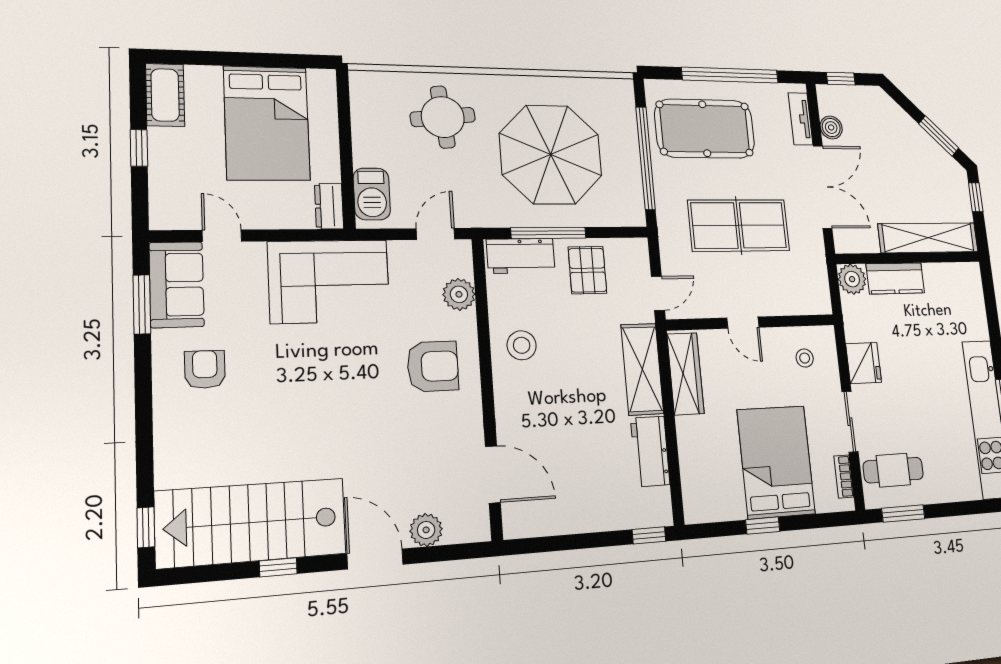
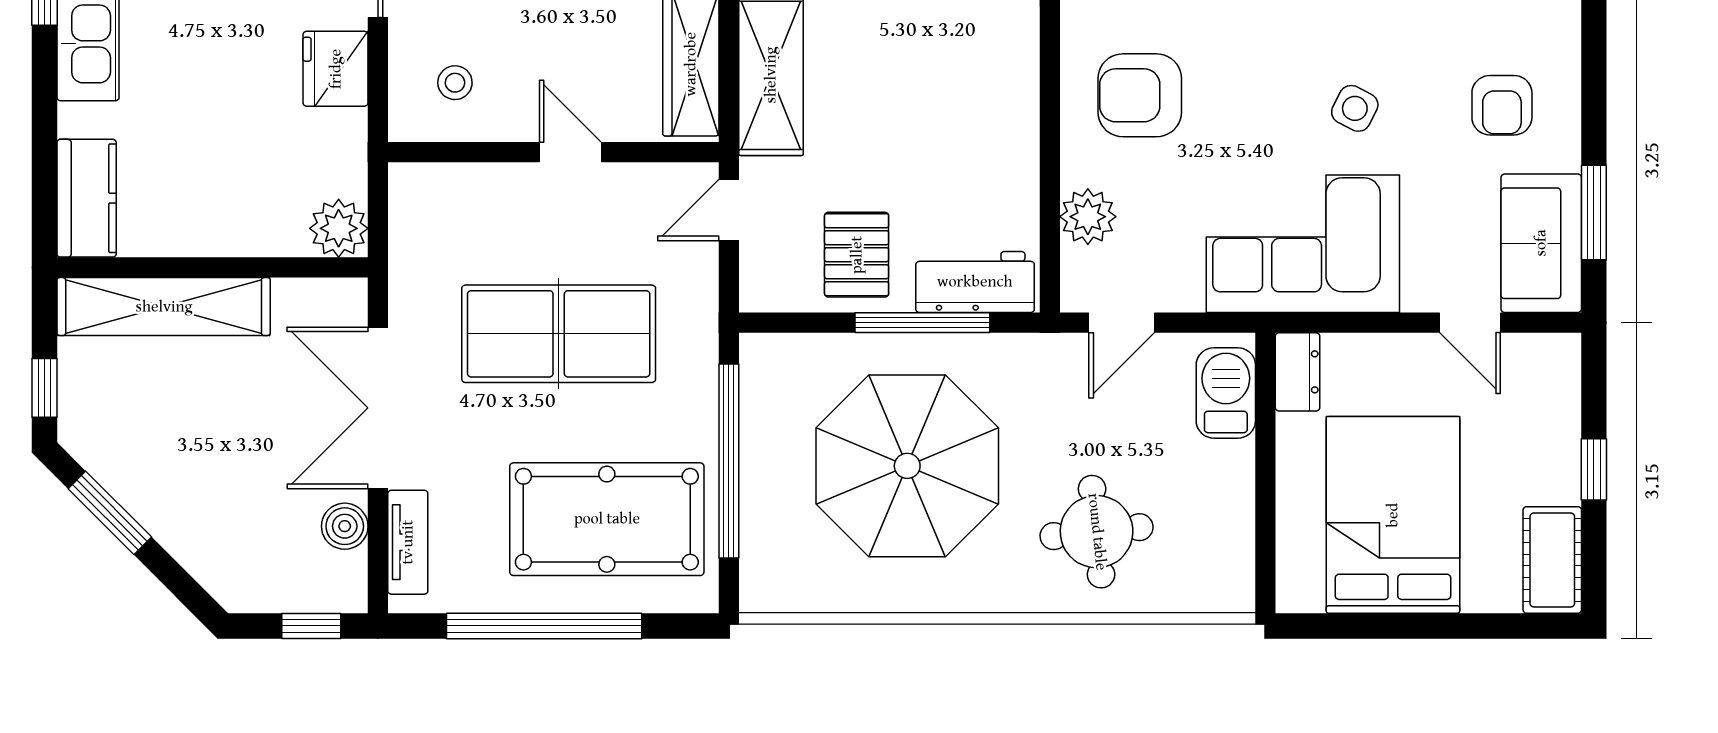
kitchen counter: (895, 278) -> (87, 198), moved, turned 90
stool: (522, 345) -> (985, 125), removed
side table: (300, 364) -> (1355, 108), added

